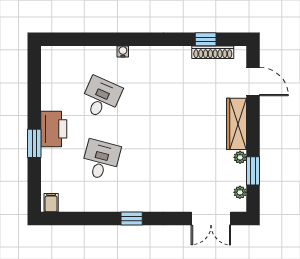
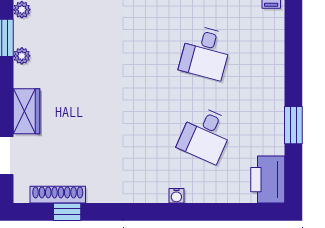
wardrobe: (236, 124) -> (26, 111), width x0.67
printer: (54, 129) -> (268, 180), moved
window: (34, 143) -> (293, 125), moved

